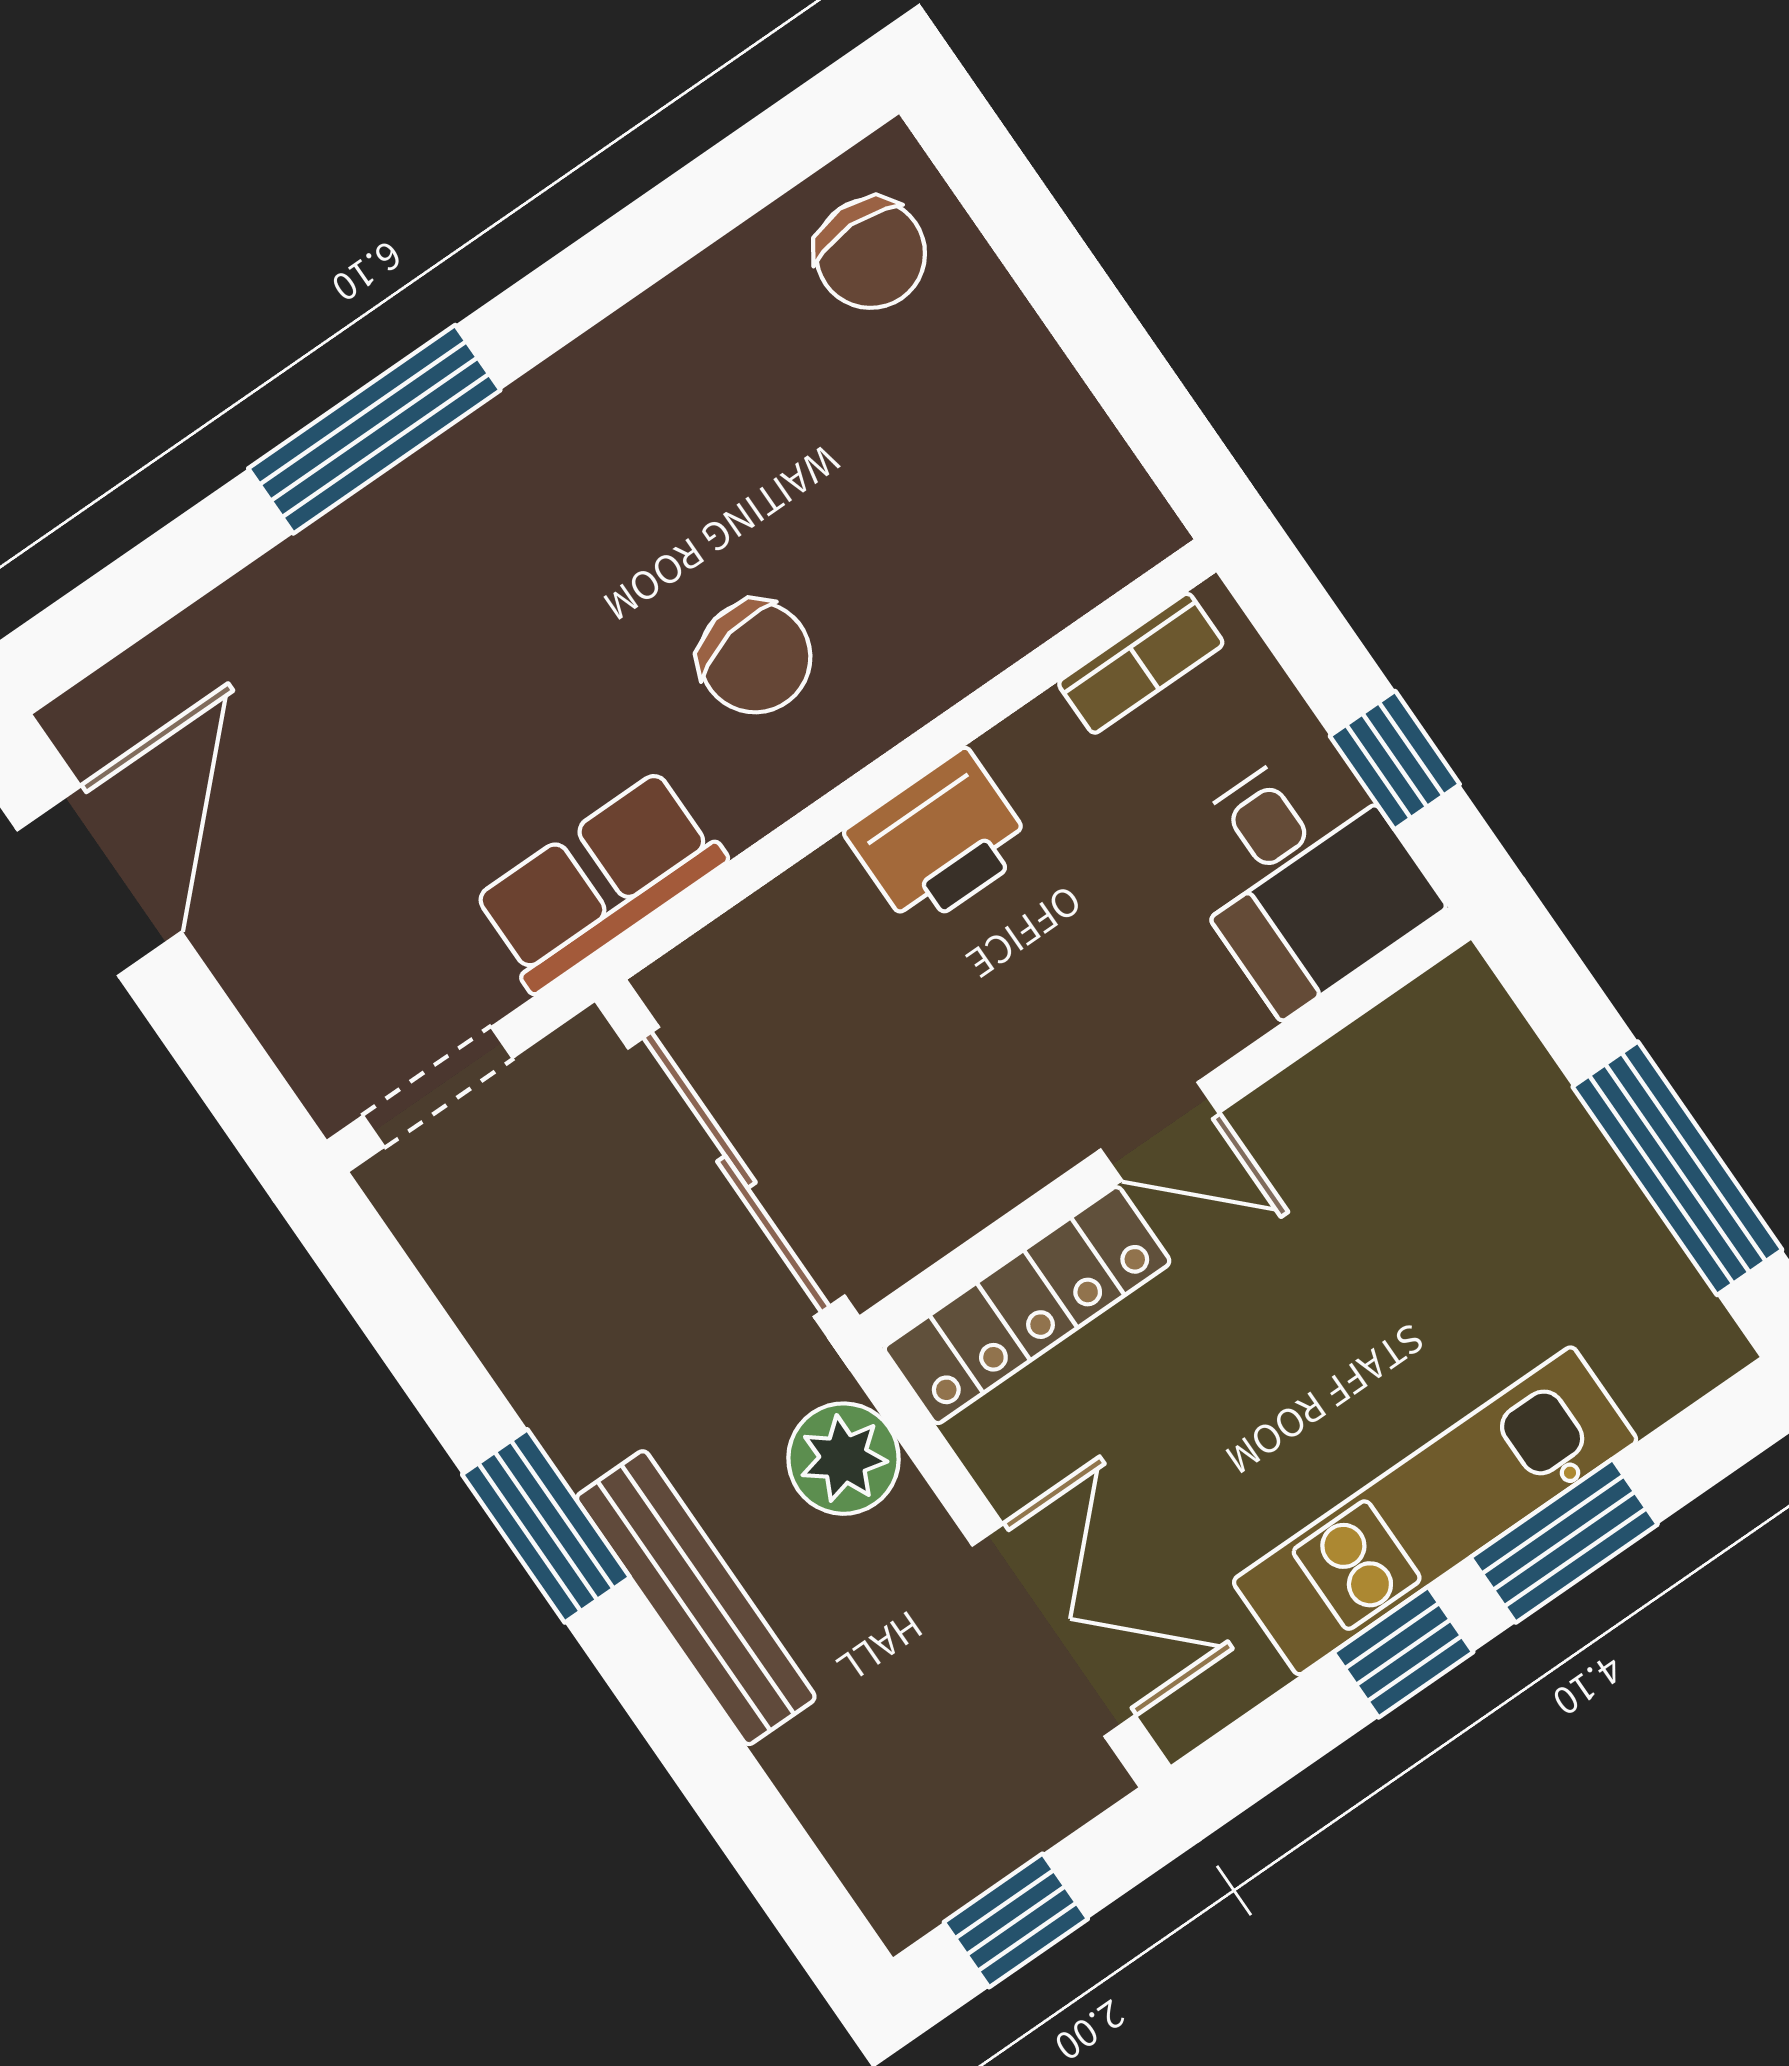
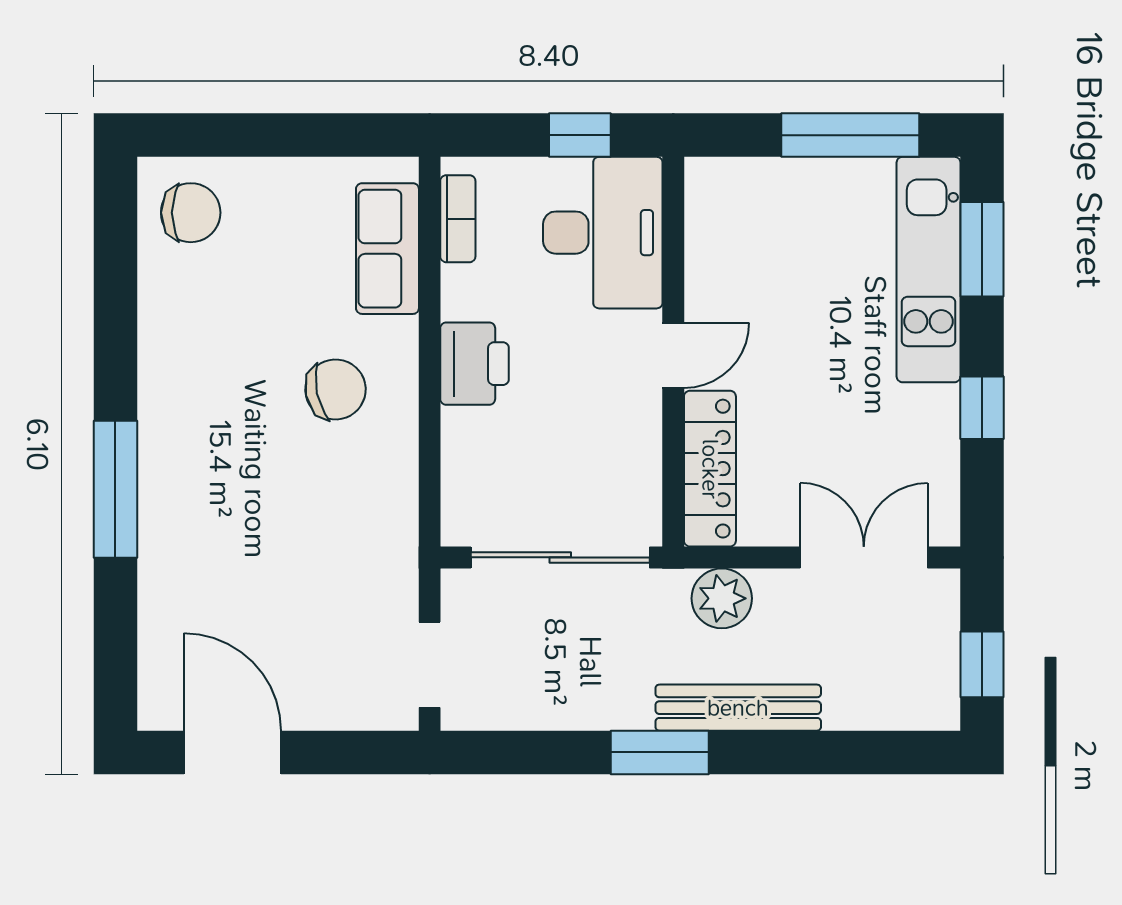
desk: (1302, 875) -> (603, 233), width x1.37
row of seats: (599, 881) -> (387, 249), moved
kitchen unit: (1435, 1511) -> (929, 270), moved
window: (1564, 1541) -> (982, 249), moved

